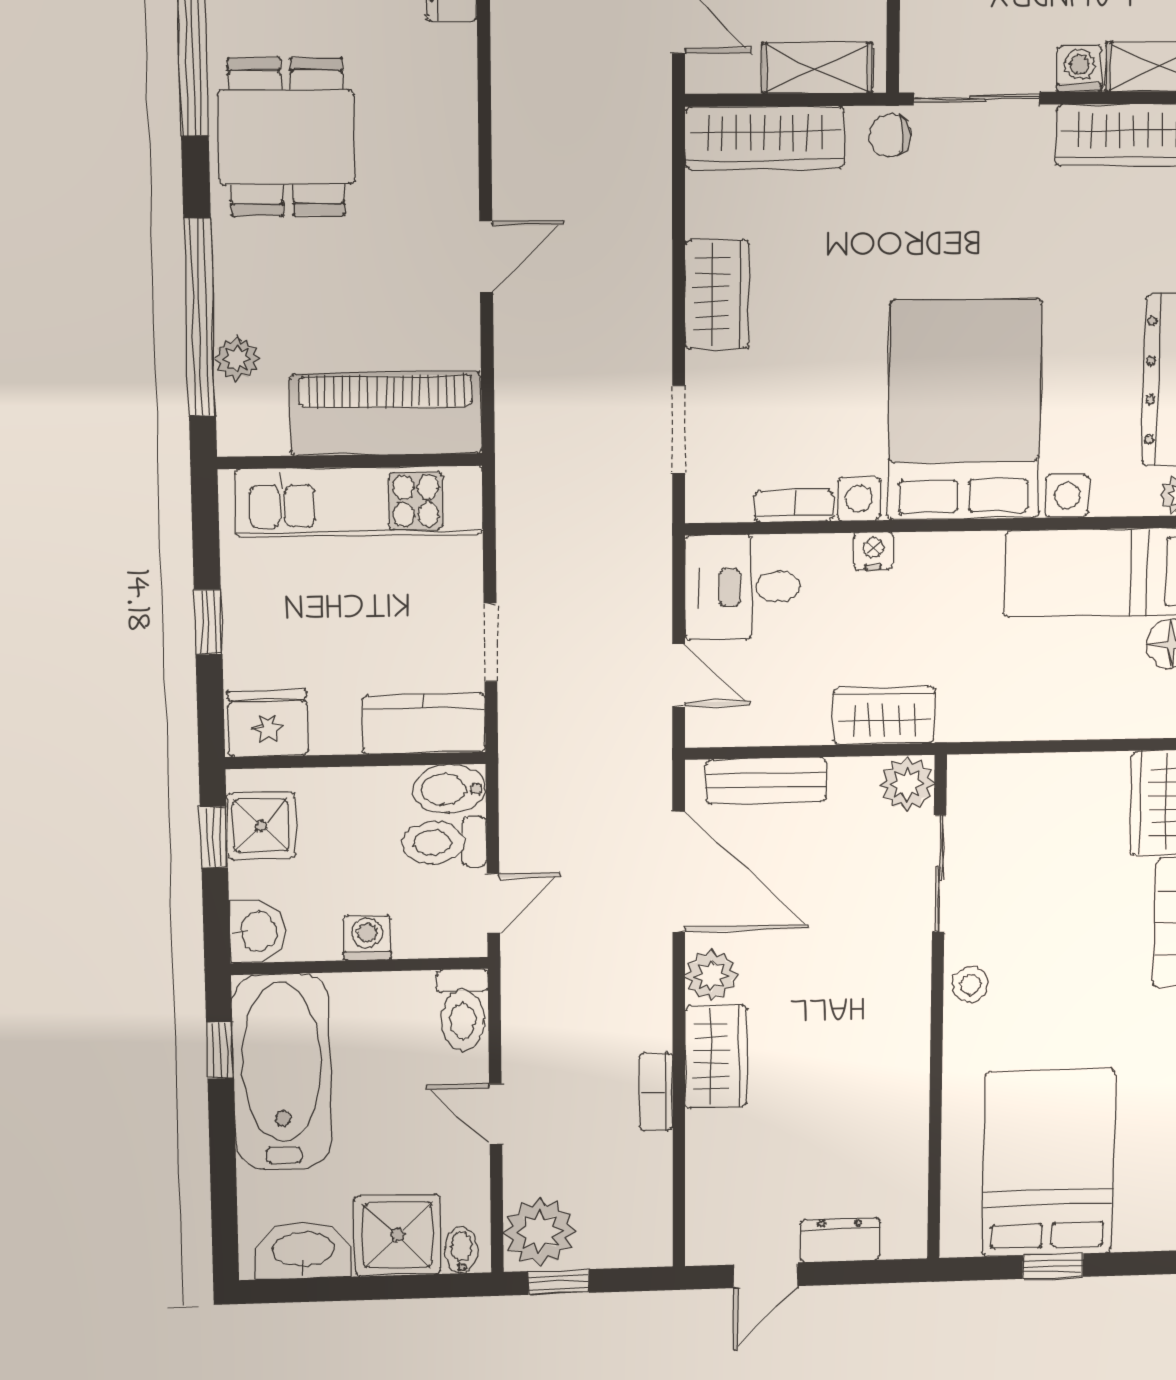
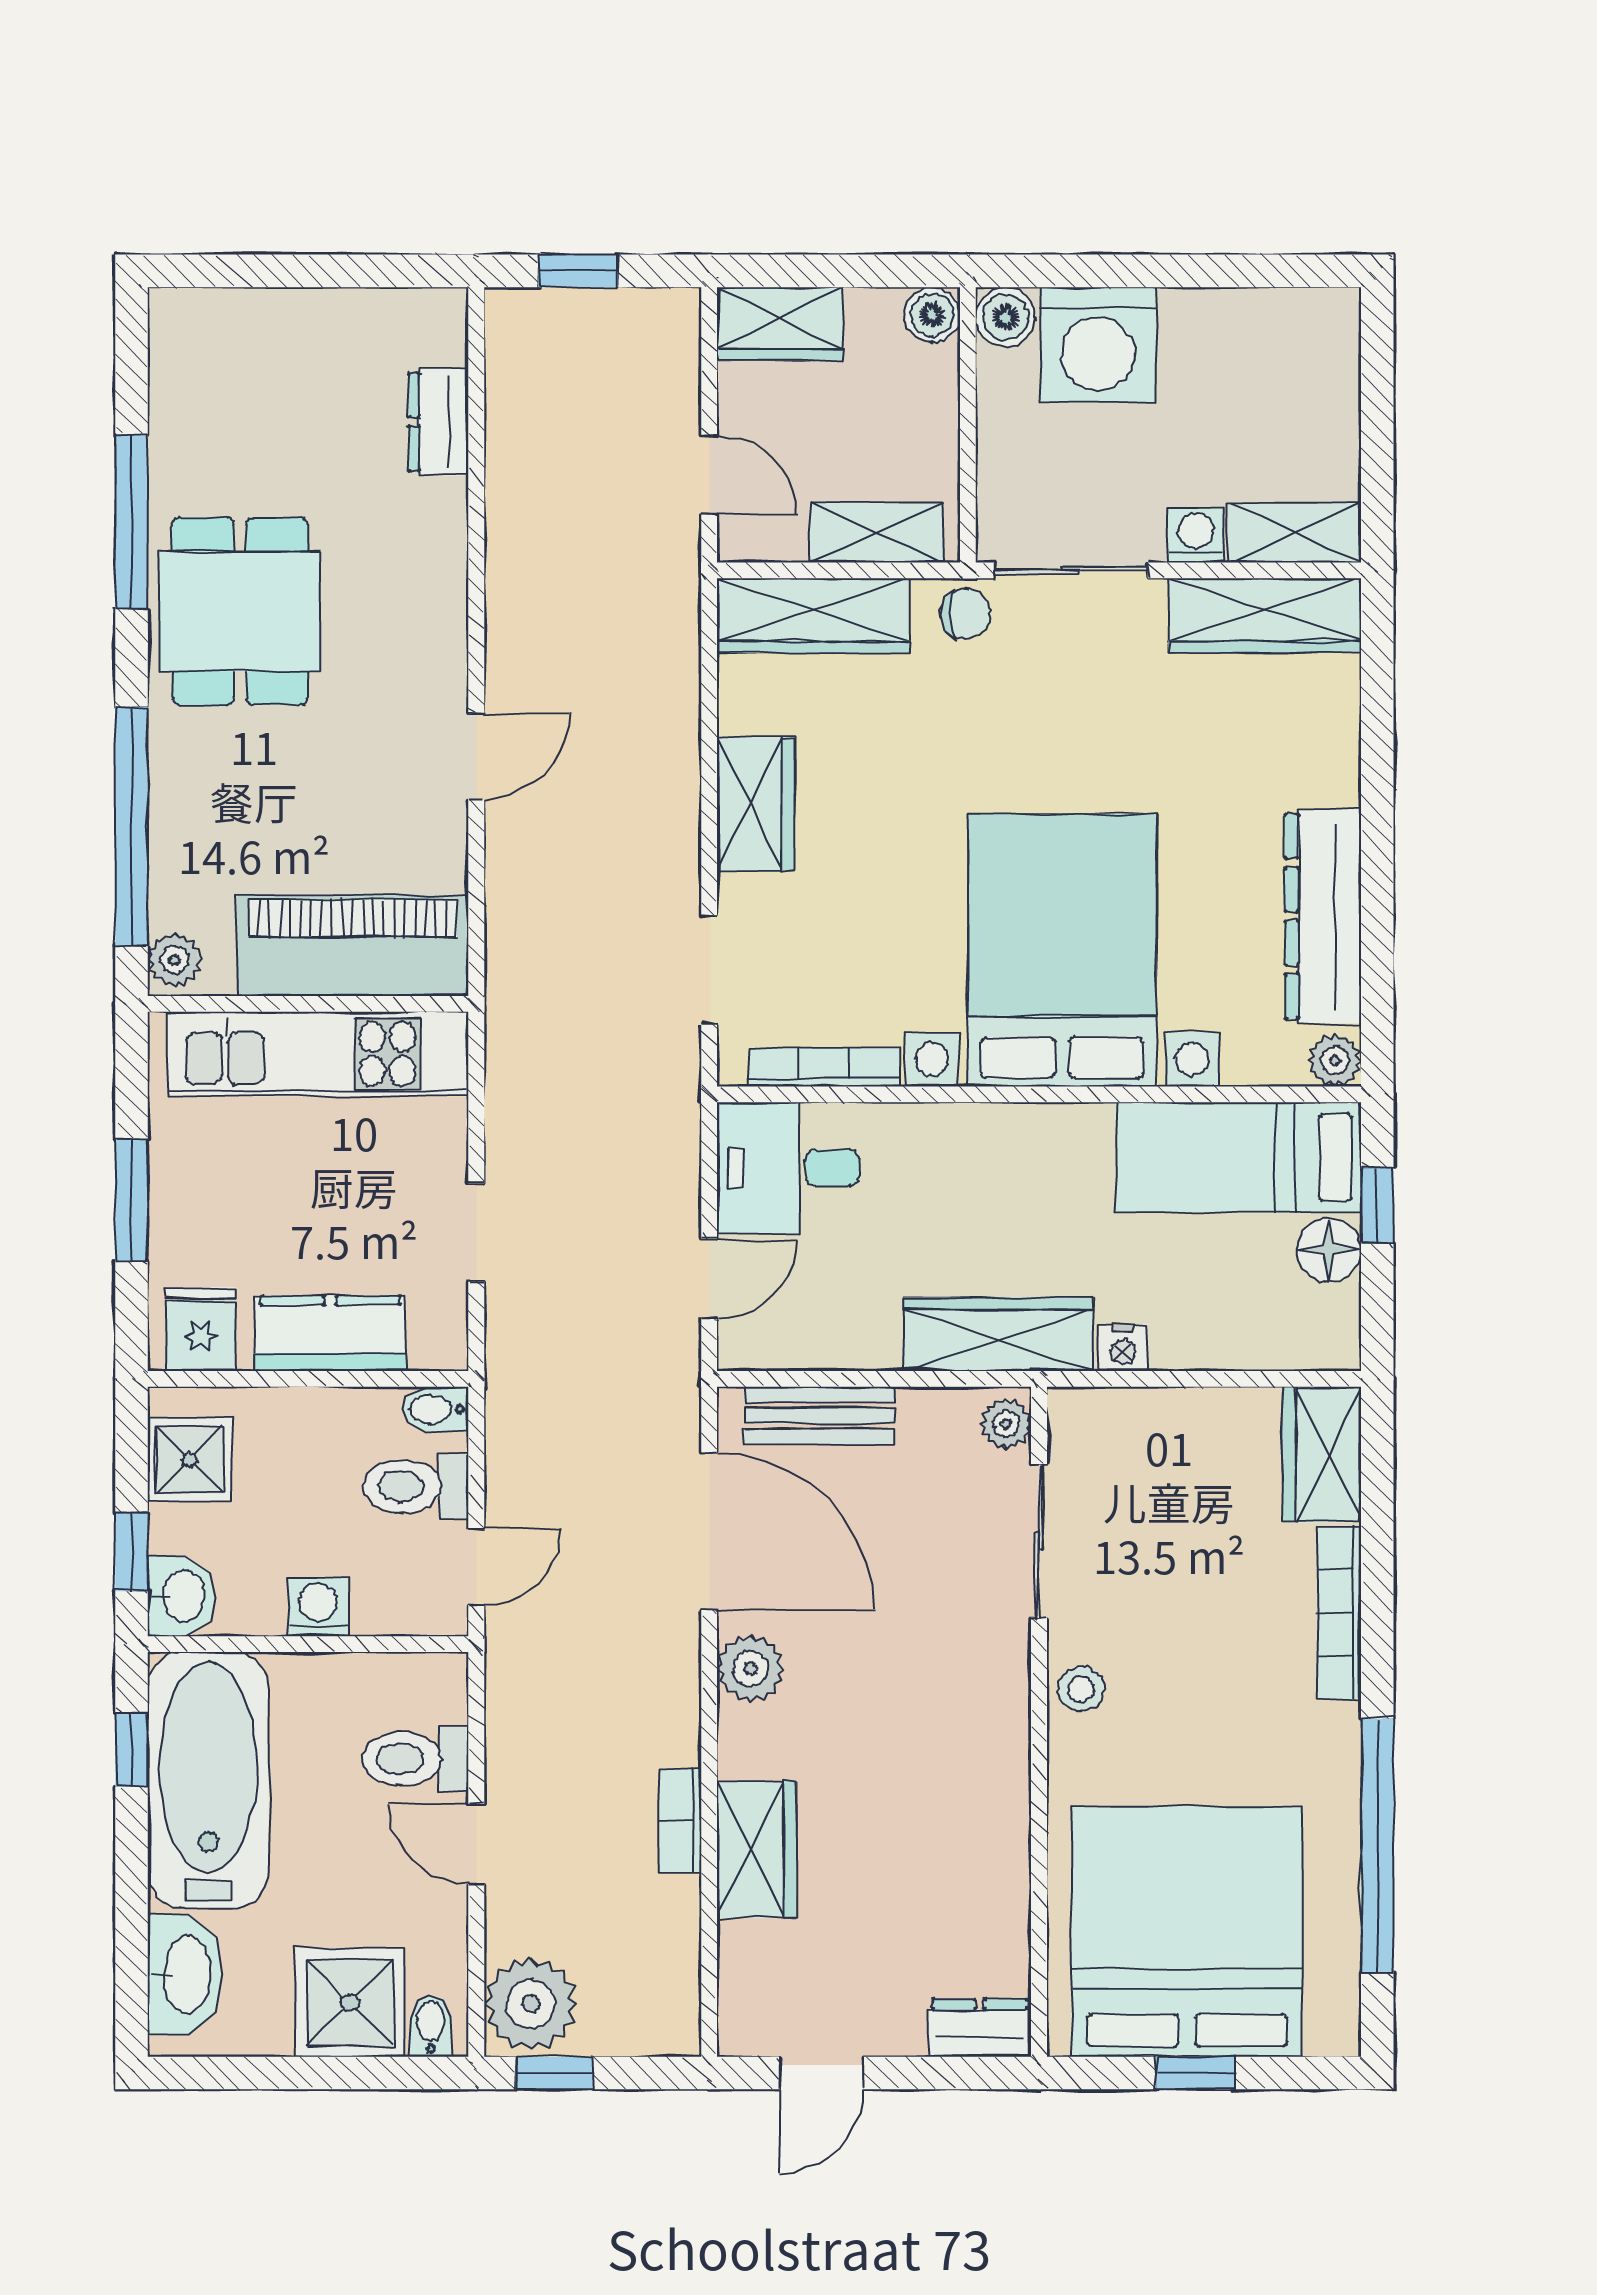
chair: (890, 135) -> (965, 614), turned 180
plant: (237, 359) -> (174, 960), moved
bookcase: (794, 506) -> (825, 1067), width x1.56
nightstand: (873, 551) -> (1123, 1348), moved, turned 180
window: (208, 622) -> (131, 1200), width x1.50
door: (679, 676) -> (709, 1279), hinge flipped
wardrobe: (884, 715) -> (998, 1334), width x1.50
fridge: (268, 723) -> (201, 1329), width x0.72
kitchen counter: (424, 723) -> (330, 1333), moved
plant: (907, 784) -> (1006, 1424), width x0.73, depth x0.73
bidet: (449, 789) -> (435, 1409), width x0.72, depth x0.74
window: (214, 837) -> (131, 1552), moved
toilet: (463, 1010) -> (415, 1759), moved, turned 90
wardrobe: (716, 1057) -> (757, 1850), moved
bed: (1048, 1163) -> (1187, 1931), width x1.36
dresser: (840, 1240) -> (980, 2028), moved
washbasin: (303, 1251) -> (185, 1975), moved, turned 90

